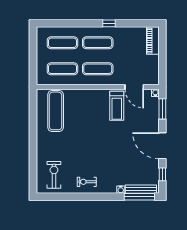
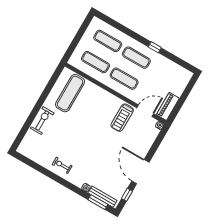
piano: (153, 41) -> (168, 106), moved
door: (134, 87) -> (145, 111), swing flipped
window: (162, 109) -> (158, 142), removed
exercise bike: (54, 175) -> (42, 121), moved
window: (139, 197) -> (98, 202), width x0.69

